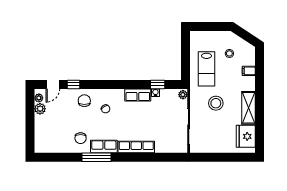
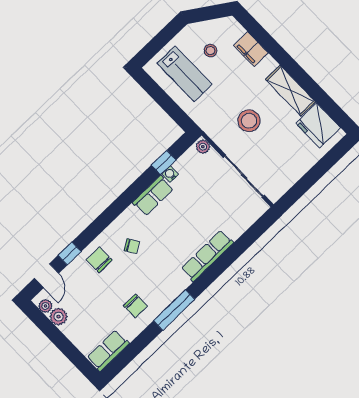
lab bench: (207, 69) -> (185, 74), moved
filing cabinet: (249, 71) -> (251, 49), width x2.00
row of seats: (104, 147) -> (108, 351), moved

